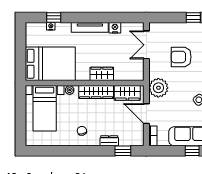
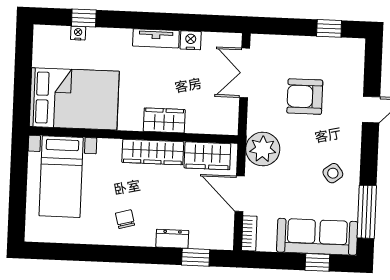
tv unit: (90, 27) -> (156, 38), width x0.71
plant: (70, 90) -> (106, 147), removed

